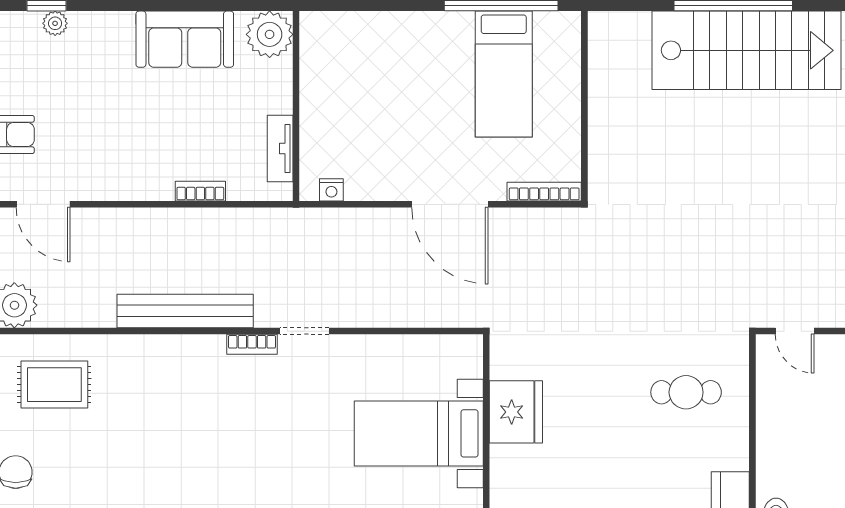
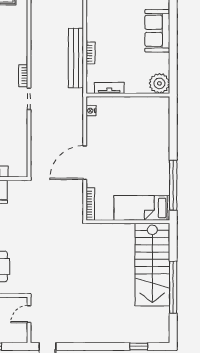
sofa: (185, 39) -> (157, 31), moved
stairs: (746, 50) -> (152, 265), moved
bed: (504, 74) -> (142, 208), moved
bench: (185, 311) -> (76, 58), moved

